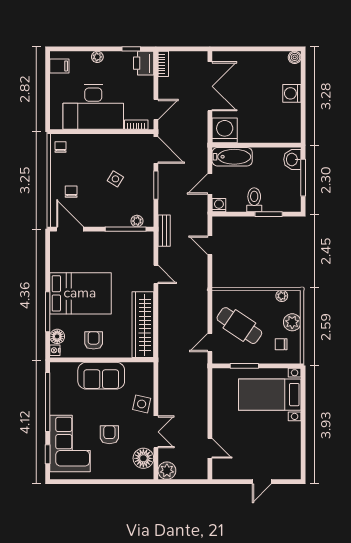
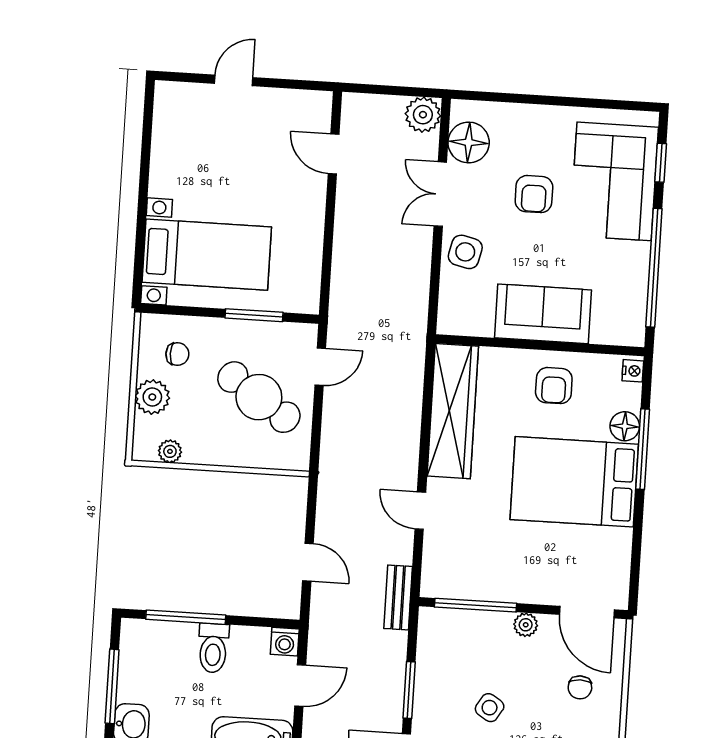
window: (269, 214) -> (186, 617), width x1.44
plant: (137, 221) -> (526, 625), moved
floor lamp: (57, 336) -> (625, 426), moved

